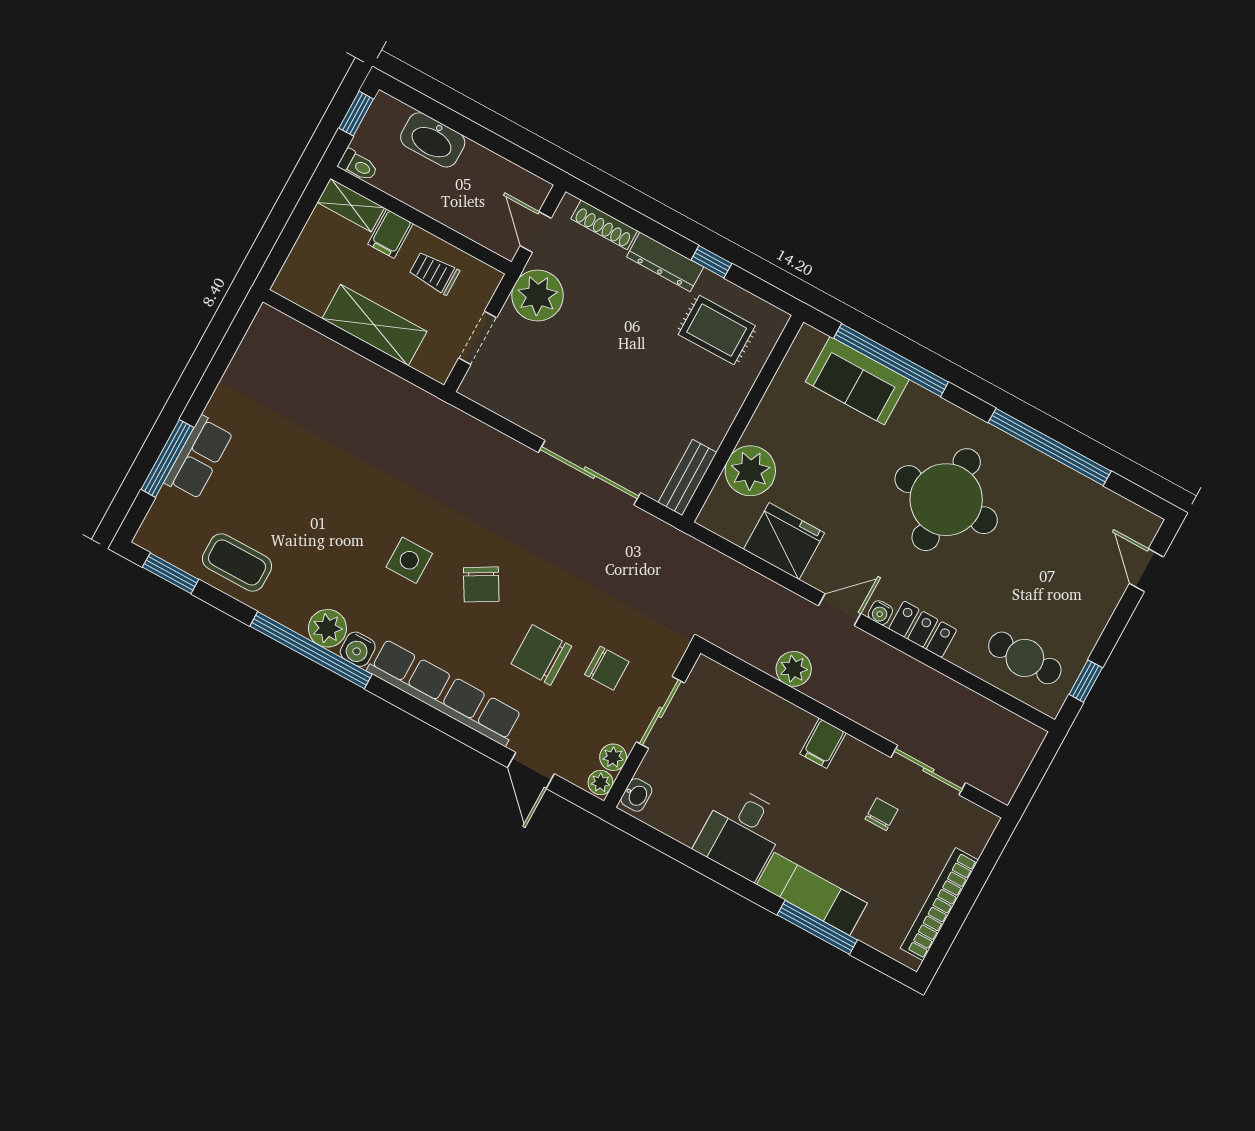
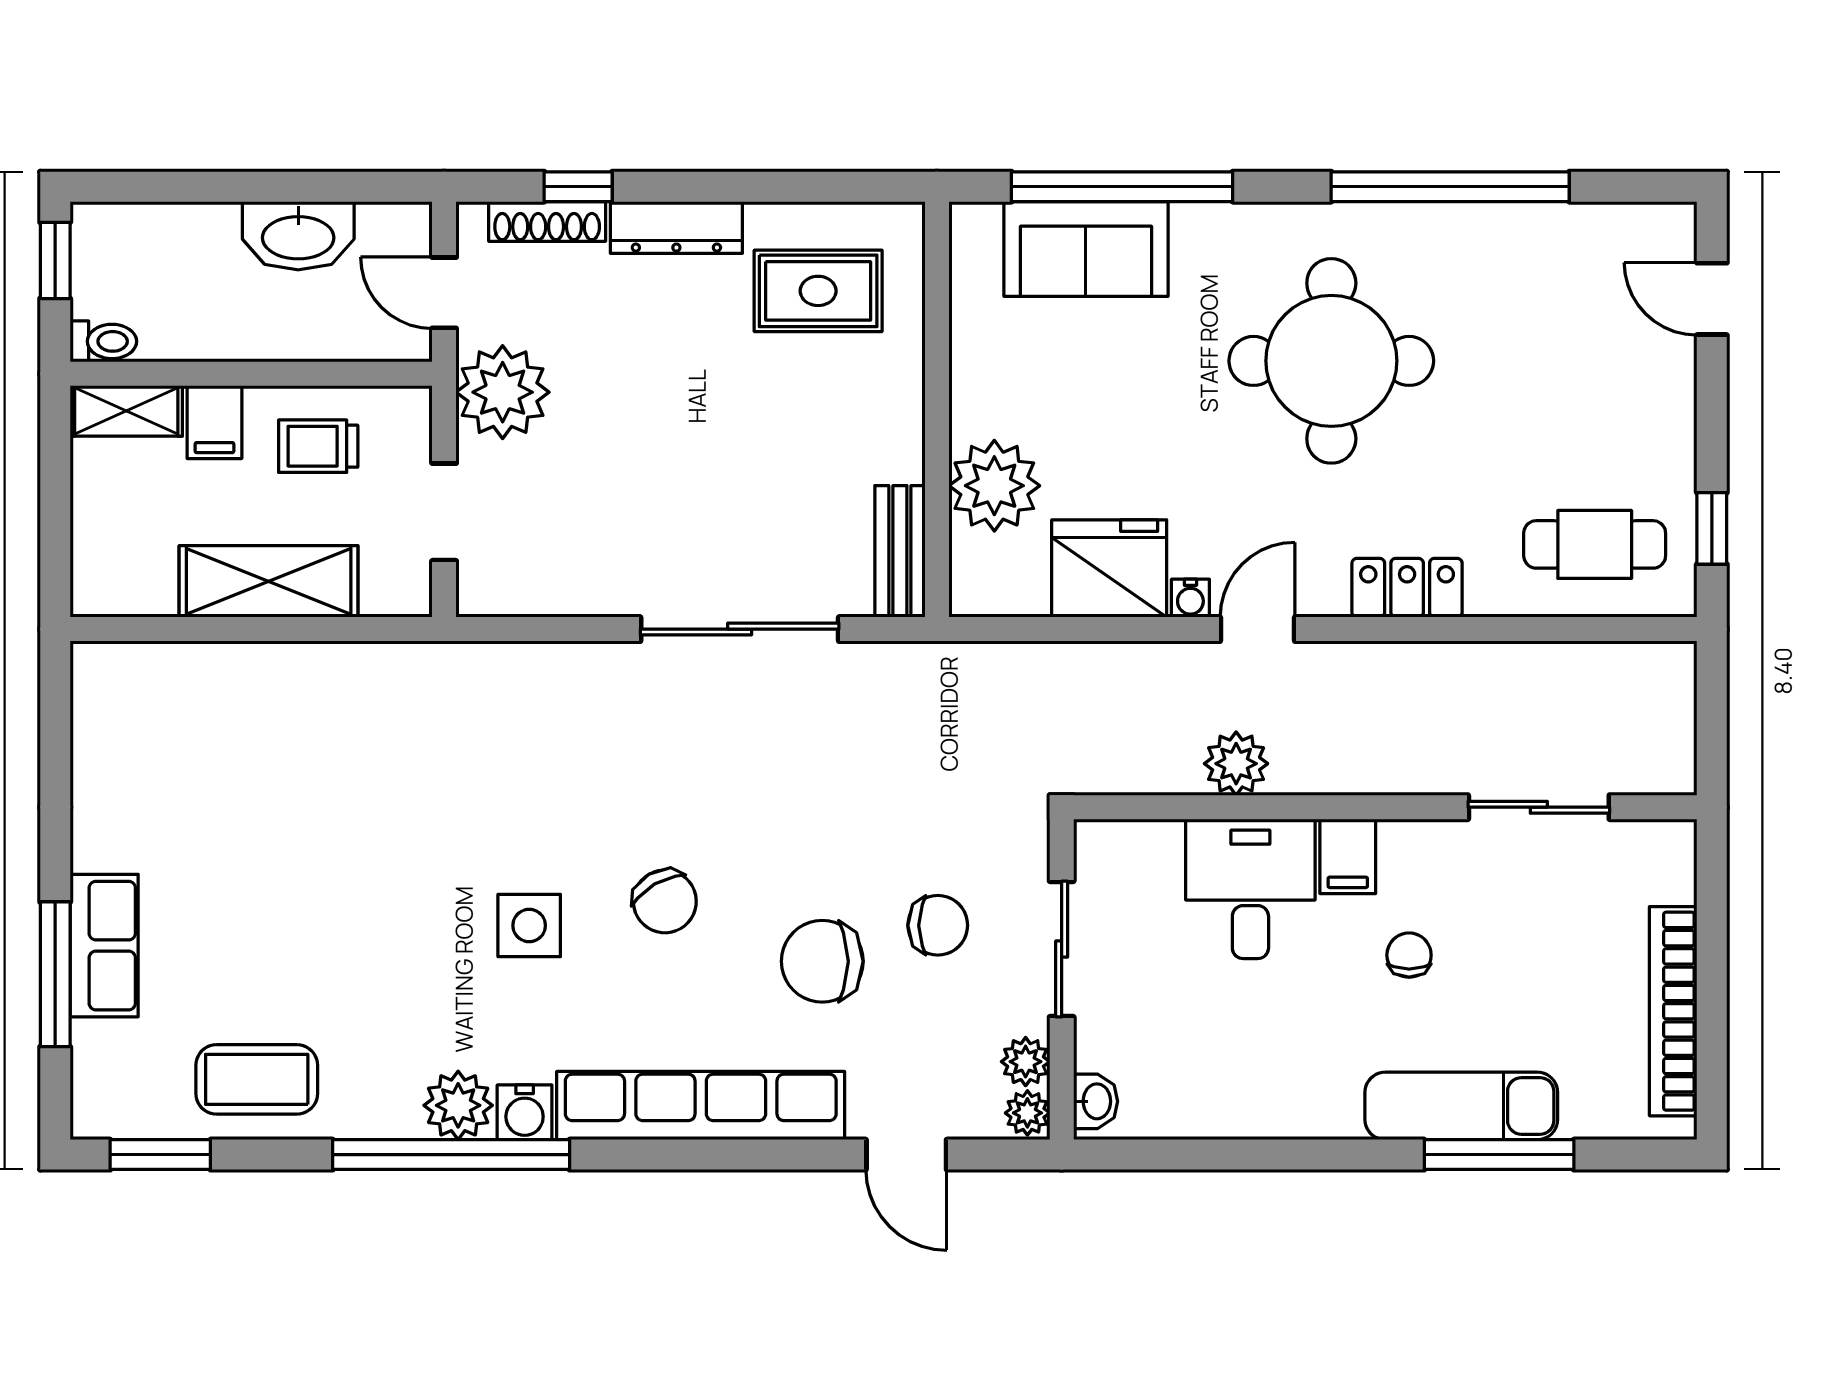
washbasin: (433, 140) -> (298, 236), moved
window: (711, 262) -> (578, 187), moved
water cooler: (880, 613) -> (1190, 598), moved
chair: (882, 814) -> (1409, 955), moved
desk: (741, 833) -> (1250, 889), moved, turned 180

